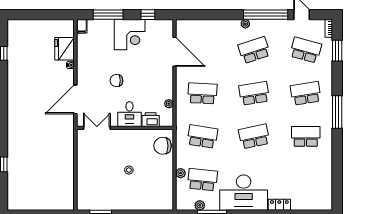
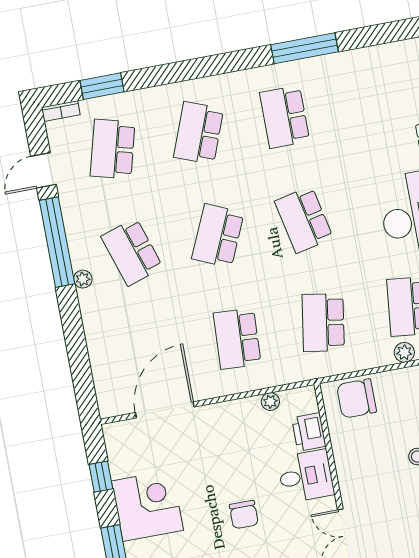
school desk: (254, 93) -> (218, 236), turned 33
school desk: (306, 93) -> (199, 133), turned 30
window: (337, 112) -> (305, 48), moved
chair: (163, 146) -> (357, 398), turned 90

